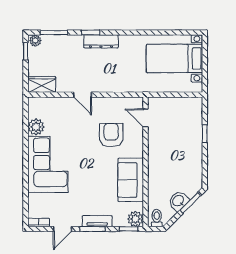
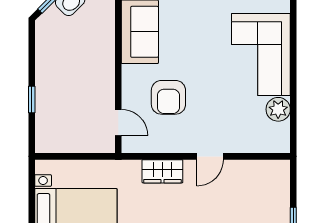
wardrobe: (42, 84) -> (162, 171), moved
door: (83, 95) -> (210, 156), swing flipped

